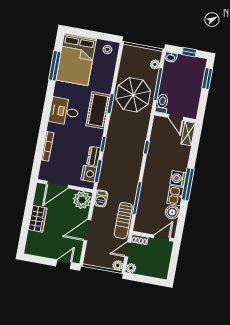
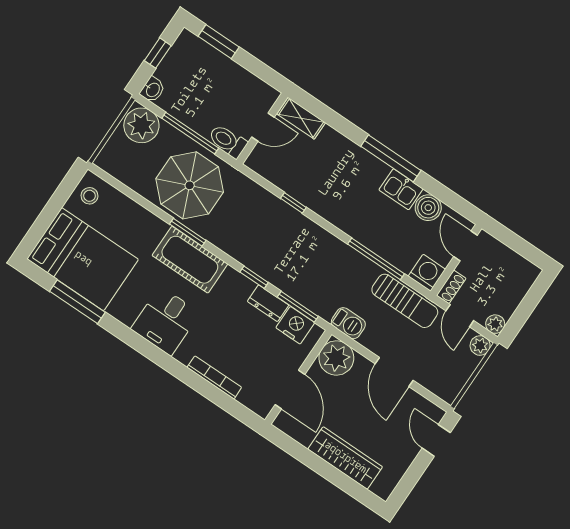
plant: (155, 64) -> (141, 125), width x1.88, depth x1.88
washing machine: (178, 178) -> (427, 273), moved, turned 180
wardrobe: (38, 219) -> (345, 458), width x1.50

